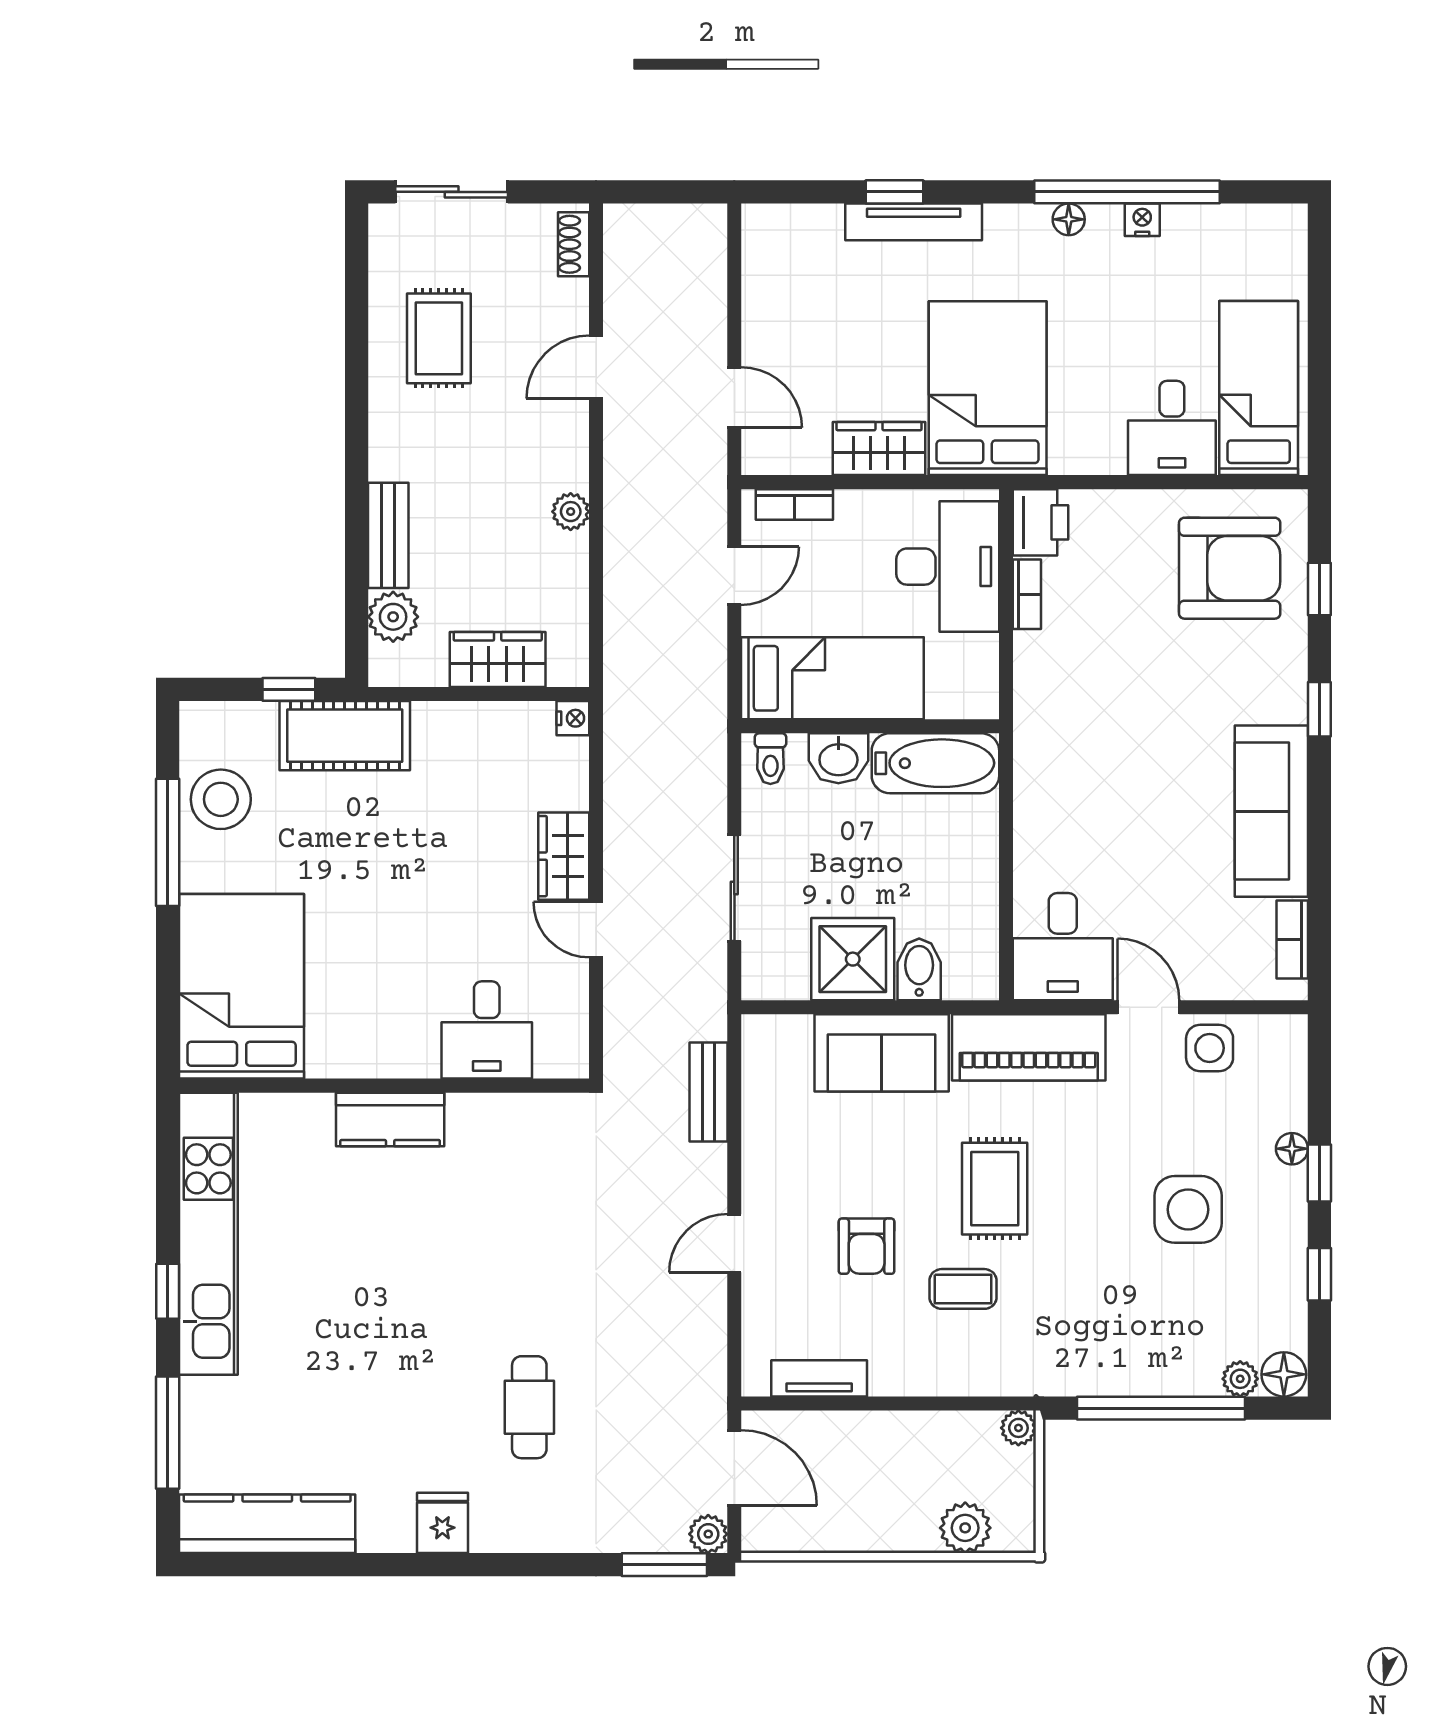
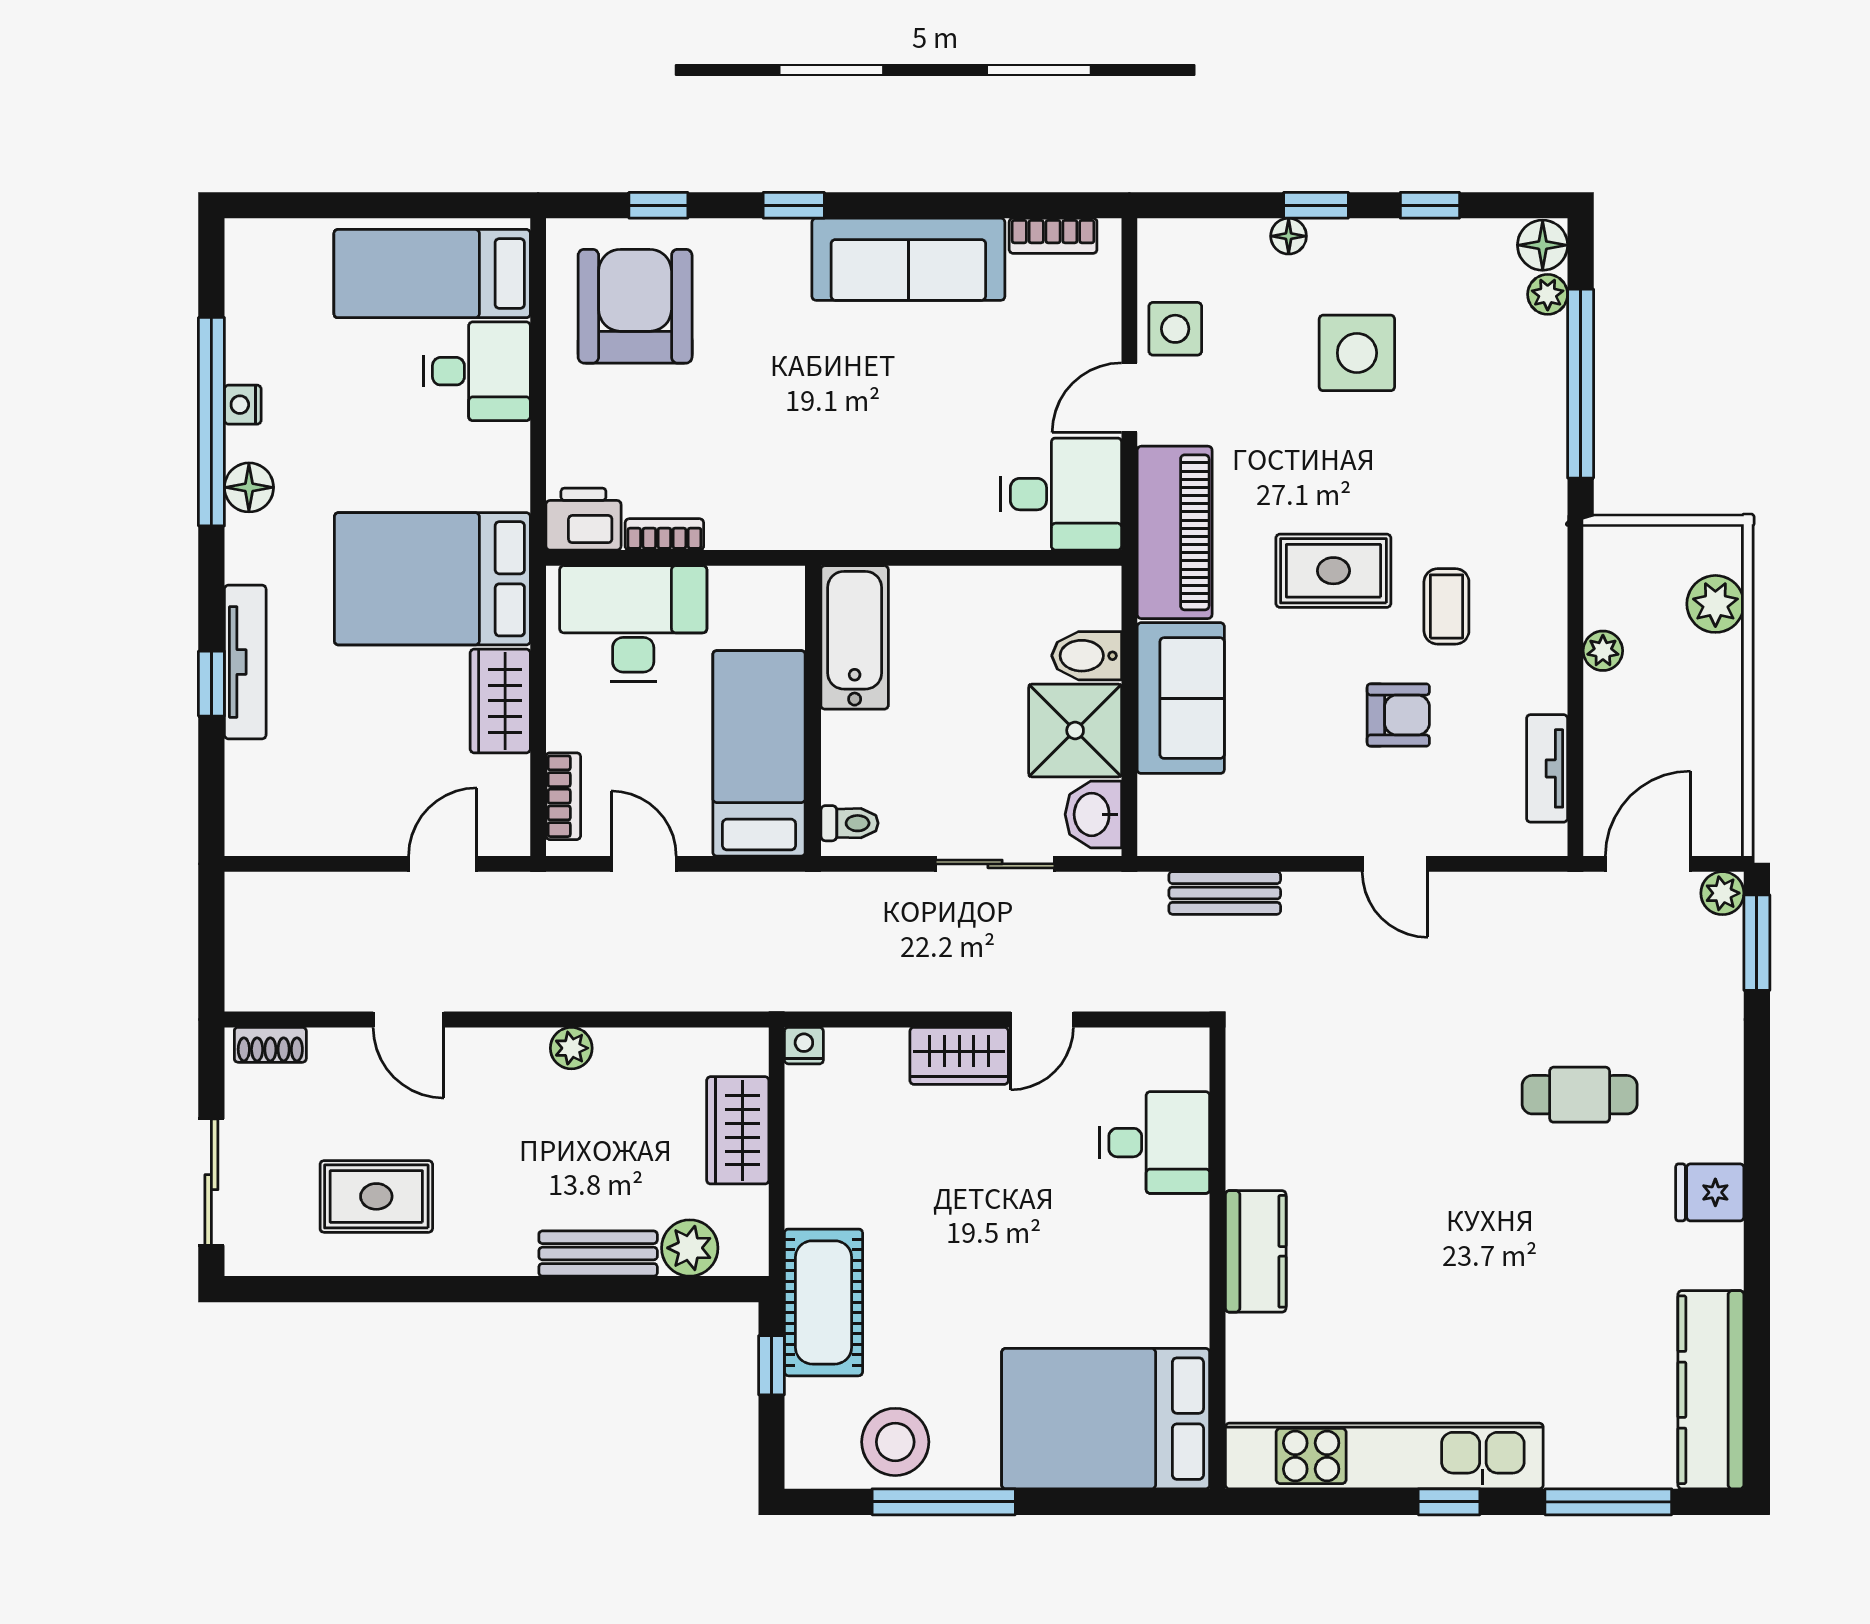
floor lamp: (1069, 219) -> (249, 487), width x1.37, depth x1.37
washbasin: (838, 758) -> (1093, 814), moved, turned 180
plant: (1018, 1428) -> (1603, 651), moved

